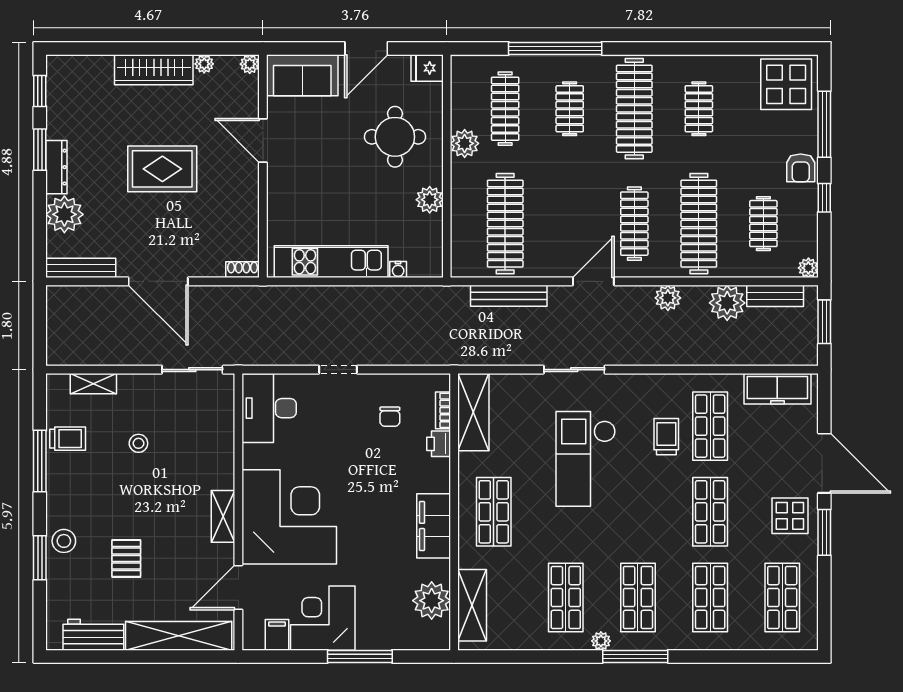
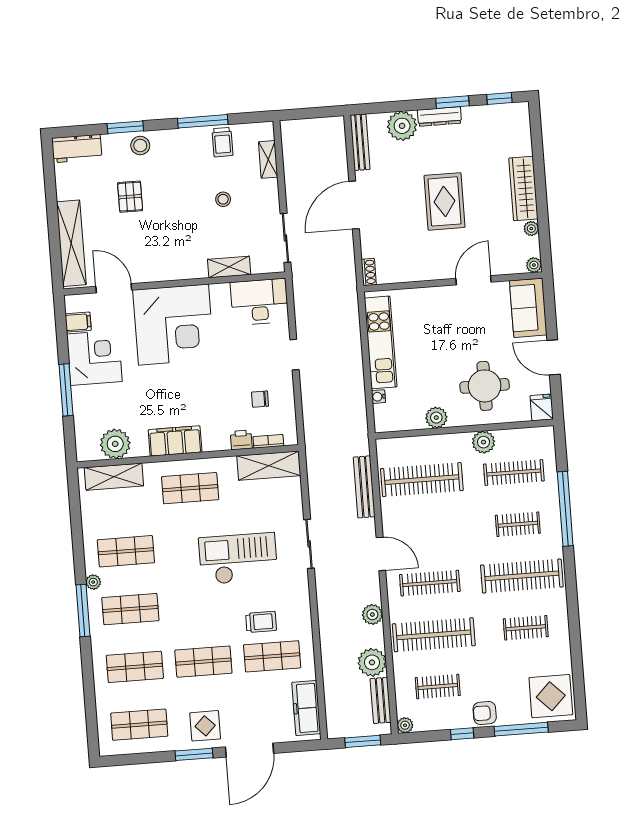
shelving: (223, 516) -> (229, 267), moved
pallet: (126, 558) -> (130, 197), turned 90
workbench: (93, 635) -> (77, 149), moved, turned 90

